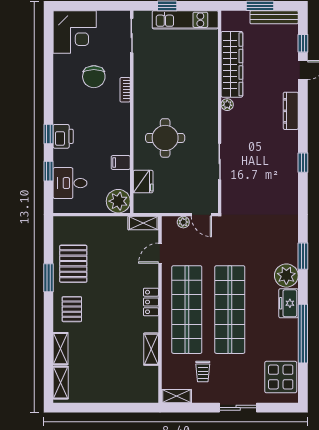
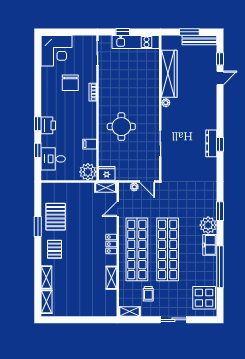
dresser: (291, 111) -> (211, 143), moved
fridge: (143, 182) -> (107, 173), moved, turned -90

